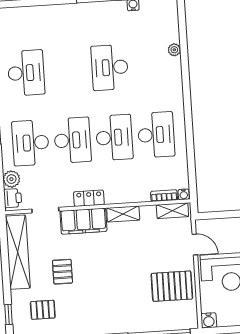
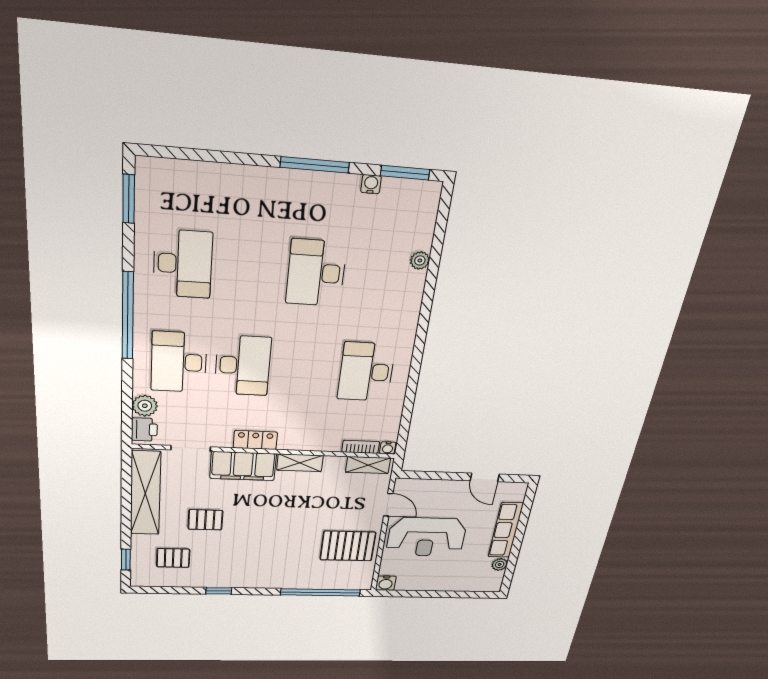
desk: (156, 135) -> (366, 372), turned 180
desk: (114, 137) -> (305, 369), removed
pallet: (62, 272) -> (205, 520), turned 90

